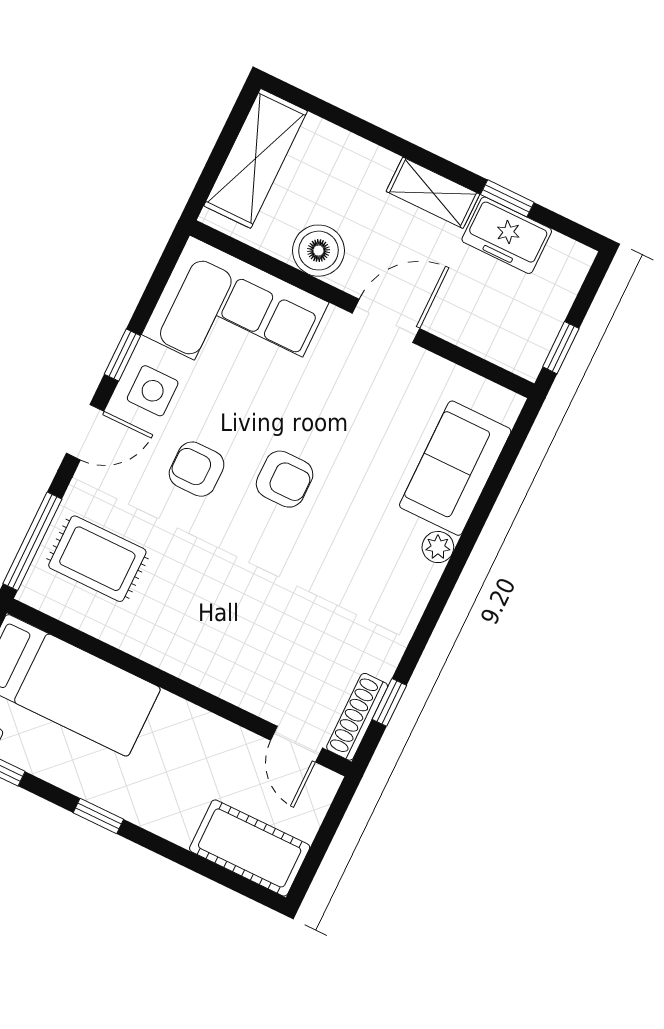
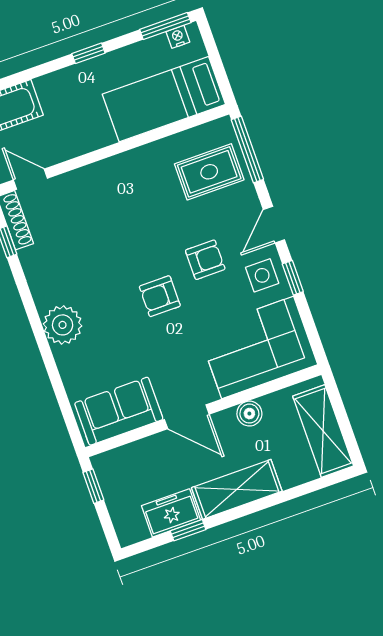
shelving: (433, 193) -> (237, 489), width x1.50, depth x1.33
boiler: (318, 251) -> (249, 414), width x0.73, depth x0.73
door: (386, 321) -> (187, 417), hinge flipped
sofa: (455, 468) -> (119, 411), moved, turned -90
plant: (438, 547) -> (63, 325), width x1.88, depth x1.88

